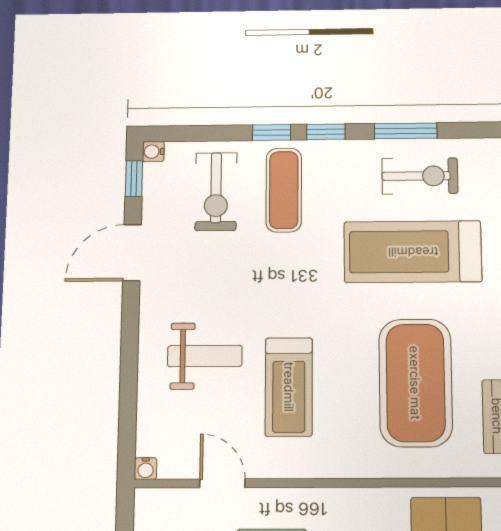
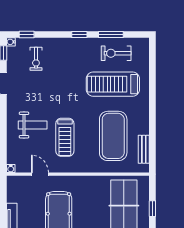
window: (272, 132) -> (27, 34), moved
exercise bike: (420, 176) -> (116, 53), turned 180
exercise mat: (284, 190) -> (63, 58), removed
exercise bike: (216, 192) -> (36, 59), width x0.73, depth x0.72

